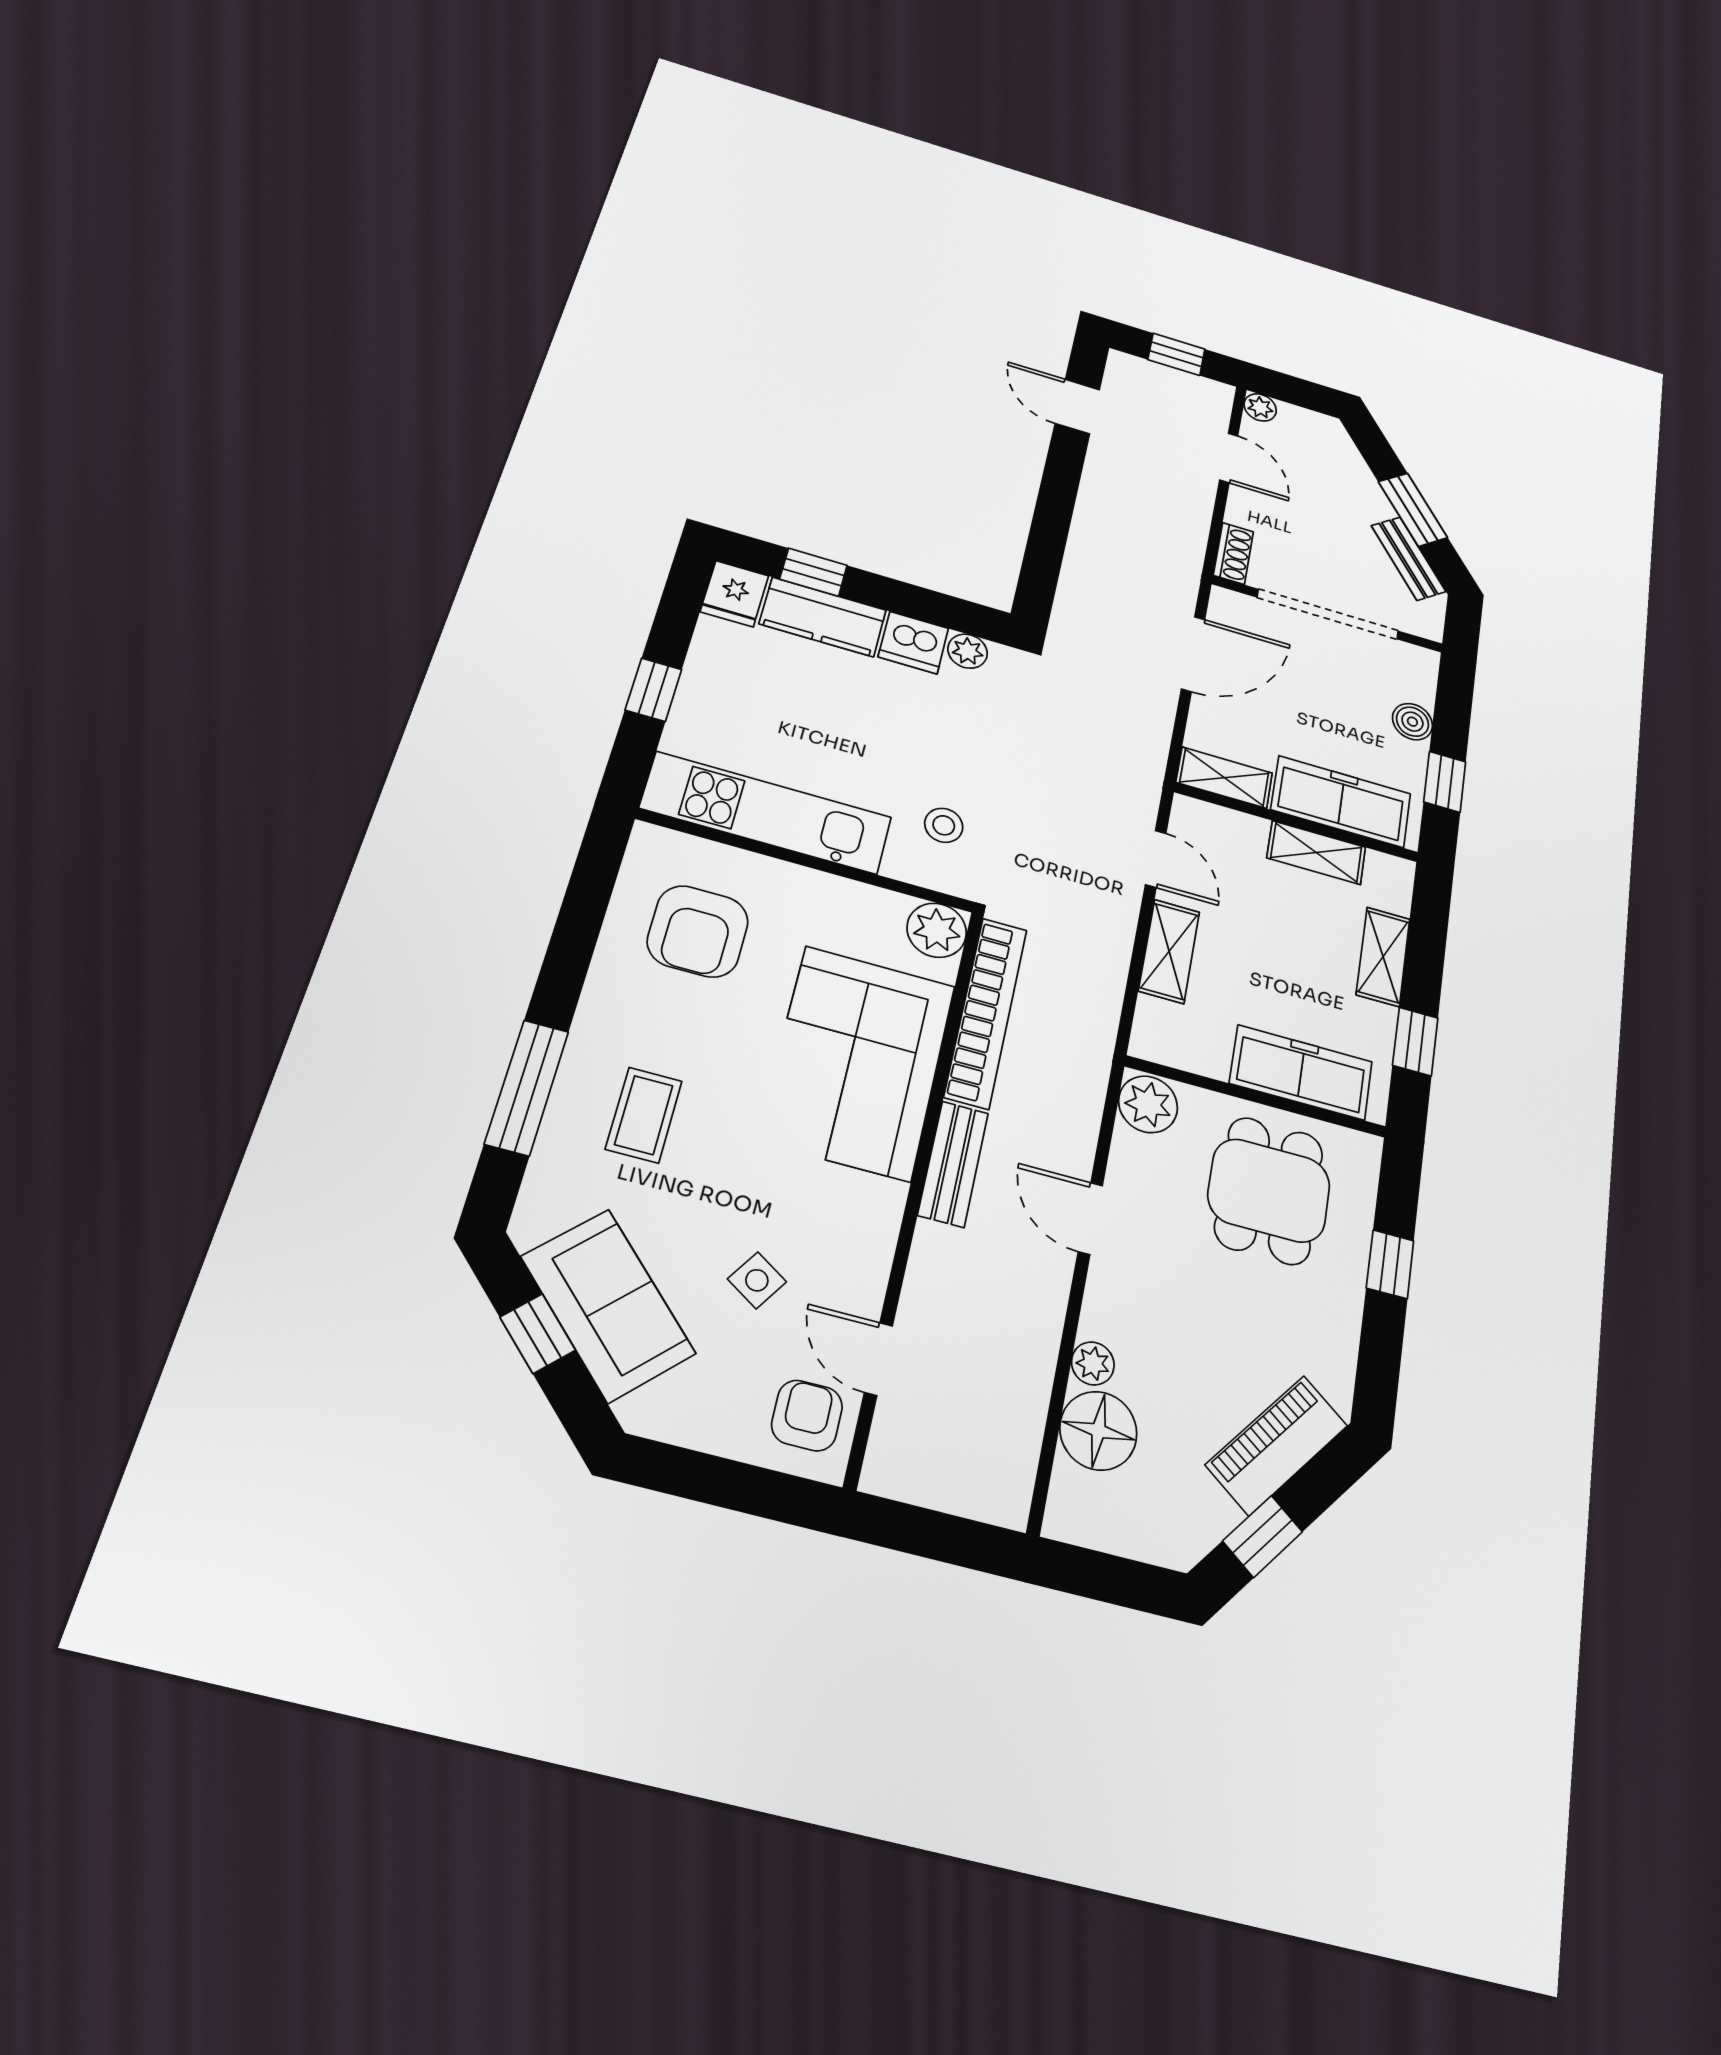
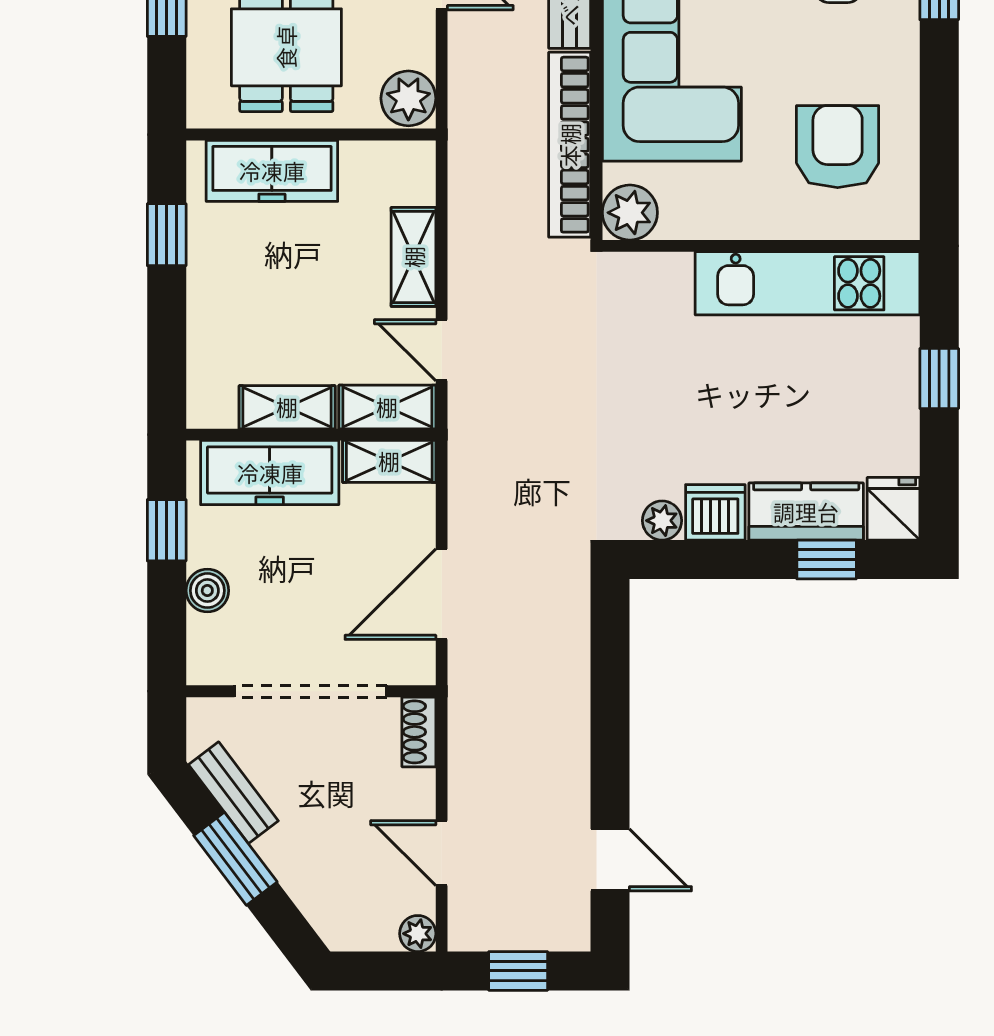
stool: (944, 825) -> (646, 322), removed
shelving: (1383, 957) -> (387, 407), moved, turned 90

